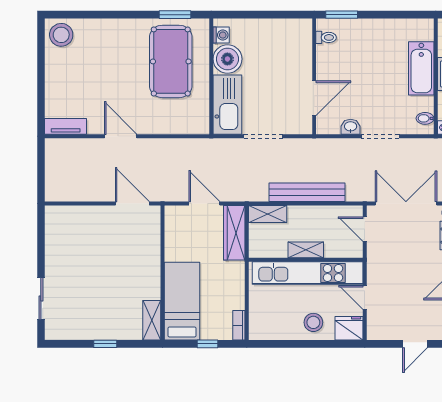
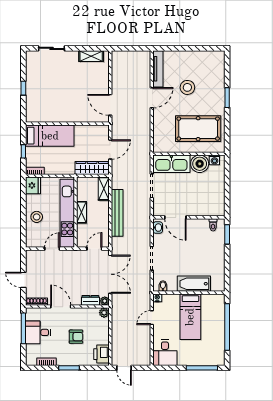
window: (175, 15) -> (227, 98), moved
stool: (61, 35) -> (187, 87), moved
tv unit: (66, 126) -> (158, 69), width x1.41
washbasin: (351, 127) -> (158, 228), moved
door: (132, 204) -> (110, 105), swing flipped
shelving: (152, 320) -> (91, 56), moved
fridge: (349, 328) -> (33, 185), moved

